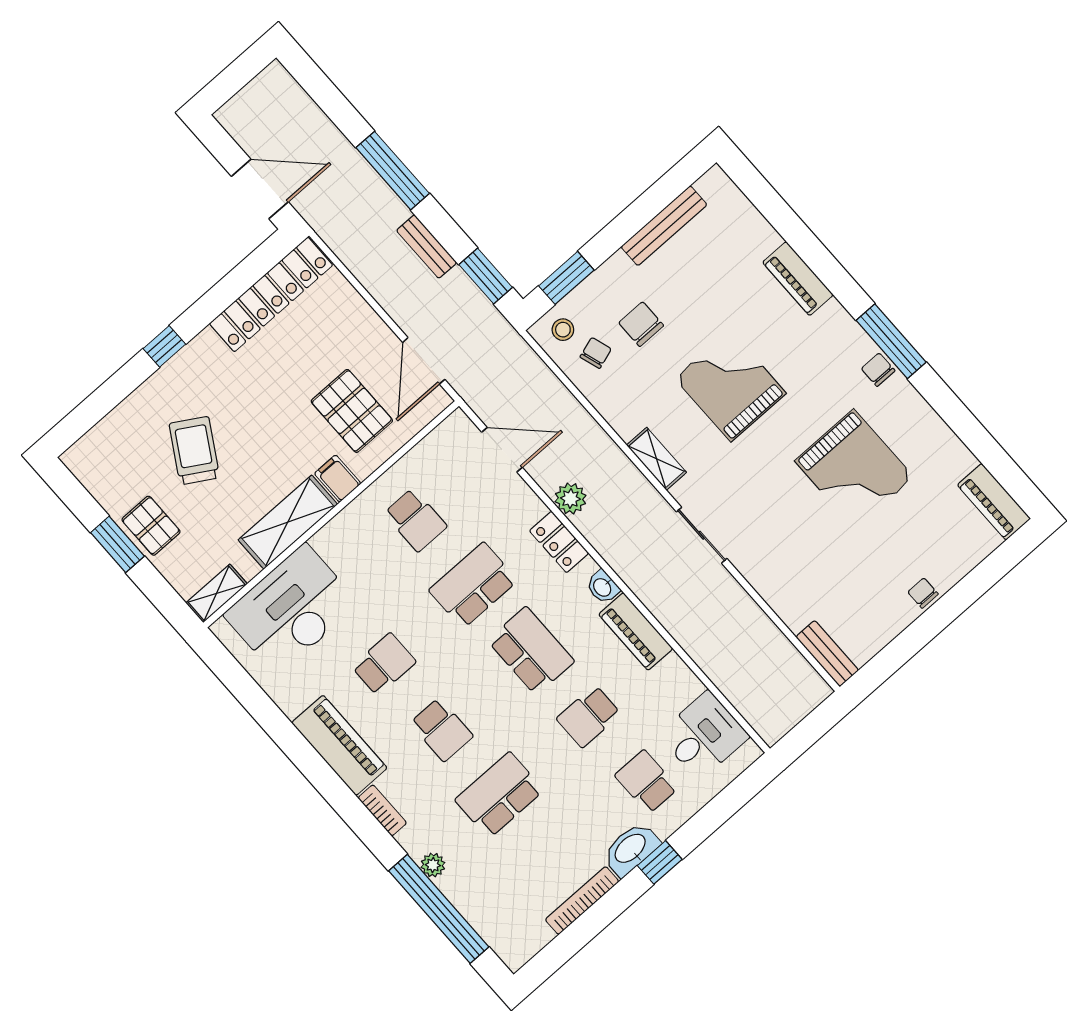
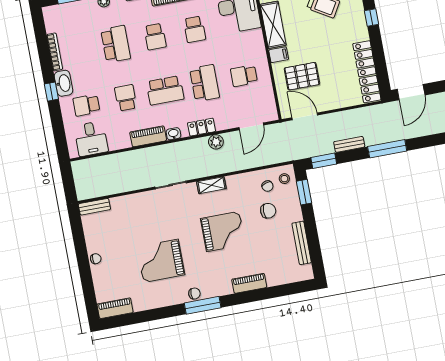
school desk: (442, 730) -> (155, 37), turned -90
school desk: (646, 782) -> (86, 105), turned 180

